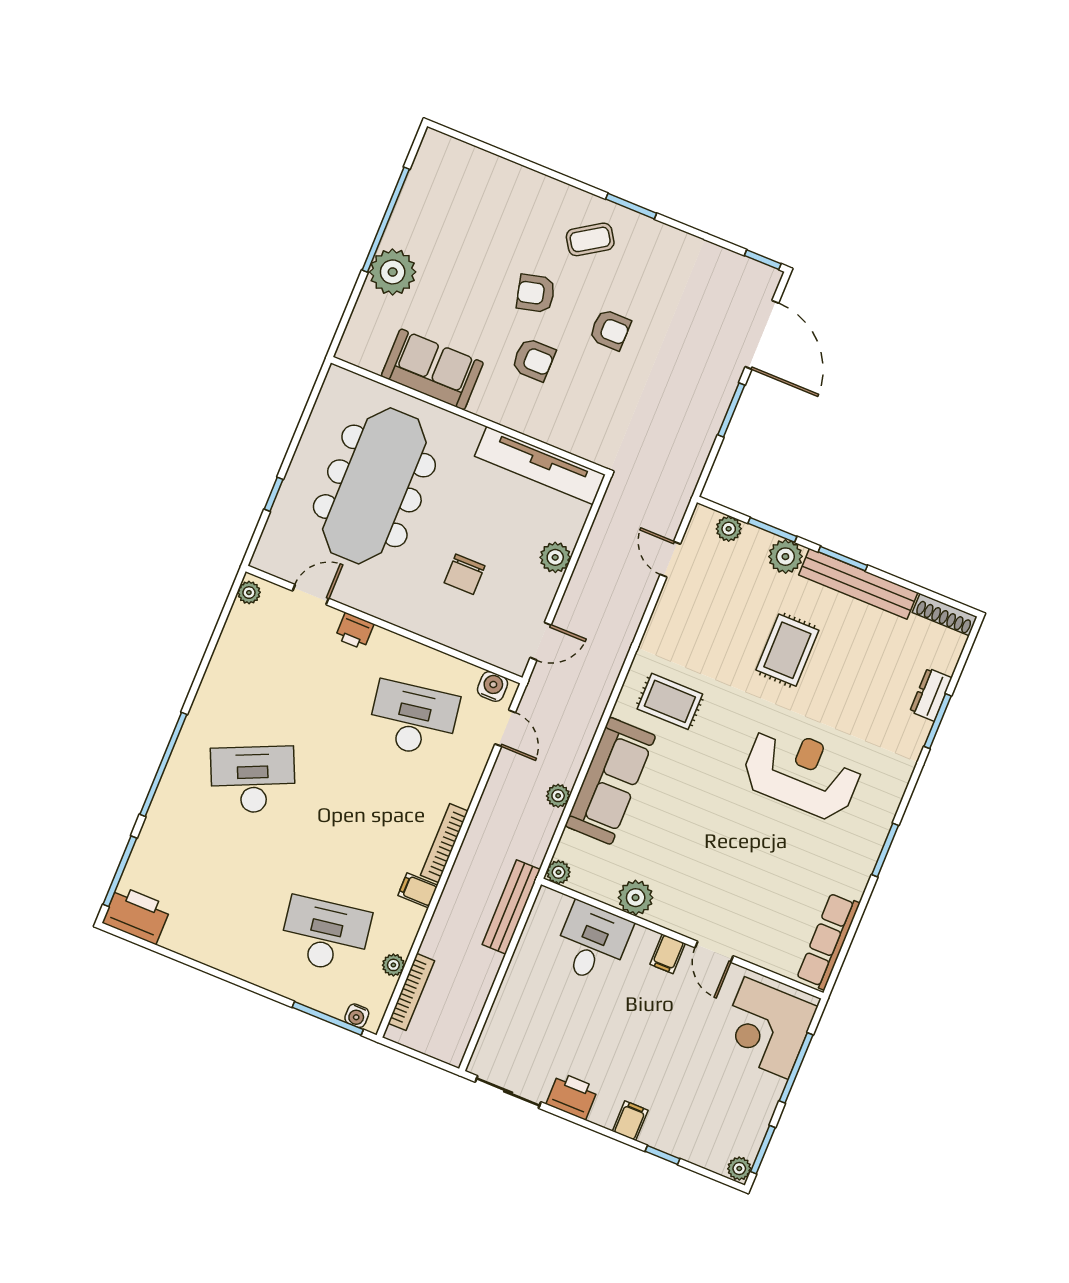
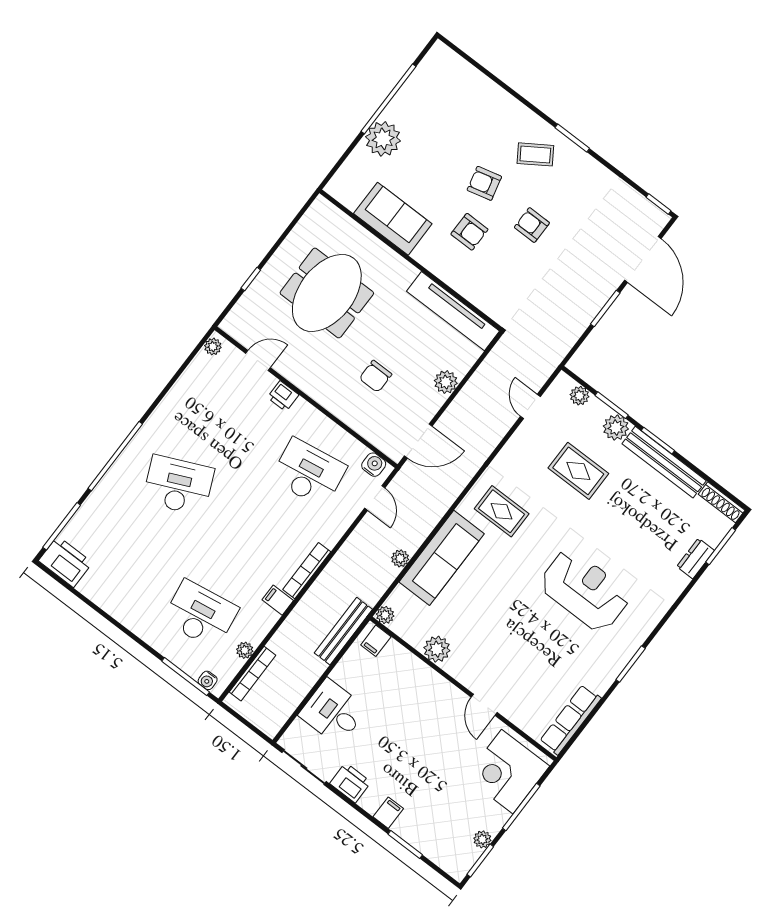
armchair: (610, 330) -> (532, 225), turned 180
meeting table: (374, 486) -> (327, 293), width x0.73
door: (541, 641) -> (418, 441), width x1.38
rug: (787, 650) -> (578, 471), moved, turned 90
window: (938, 721) -> (721, 546), moved
desk: (592, 943) -> (333, 712), moved, turned -90
filing cabinet: (668, 954) -> (376, 641), moved
window: (663, 1155) -> (405, 844), width x1.50
plant: (739, 1169) -> (482, 839), moved

